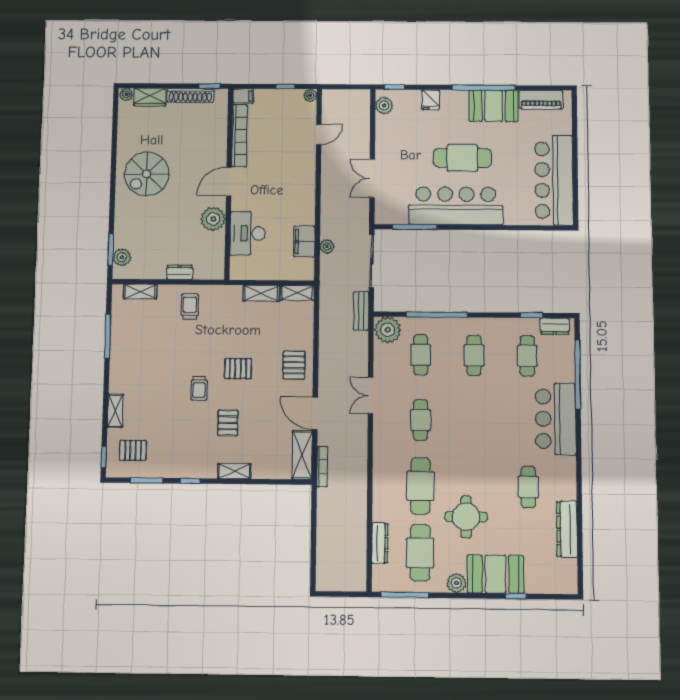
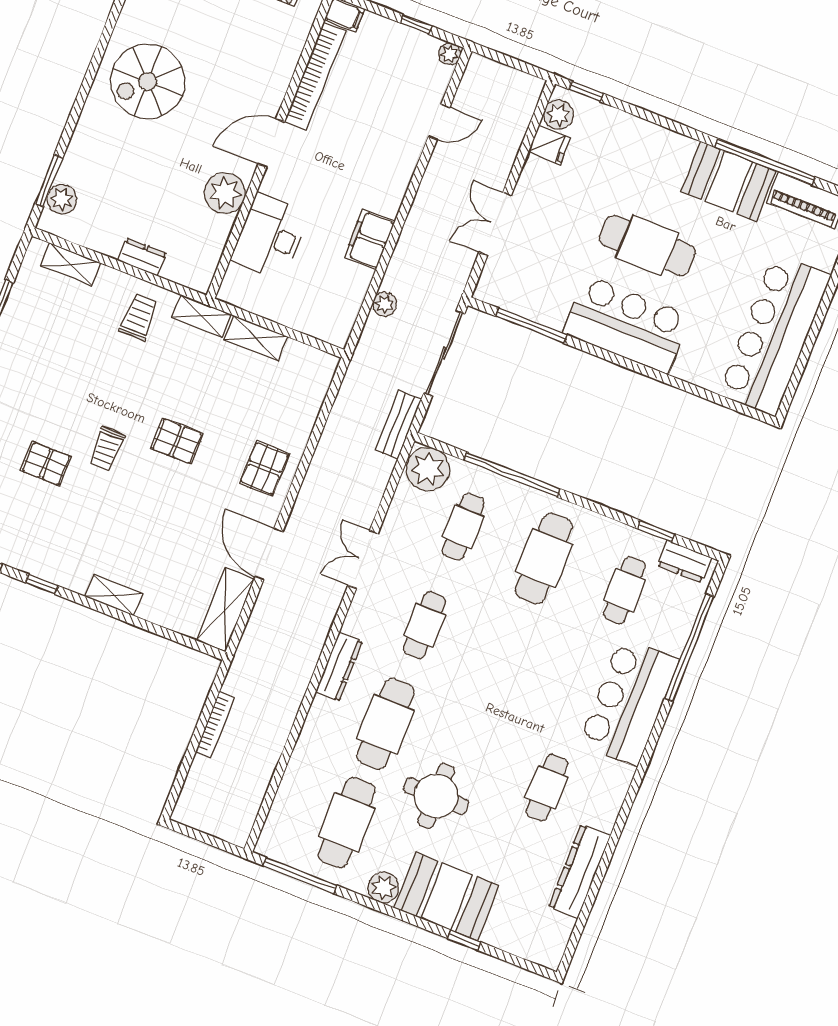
window: (484, 88) -> (765, 162), moved
fridge: (431, 100) -> (549, 145), moved, turned -90
bar counter: (456, 206) -> (627, 325), width x0.73
filing cabinet: (304, 242) -> (370, 239), moved
shelving: (297, 293) -> (201, 316), moved
cafe table: (474, 355) -> (544, 559), width x1.37, depth x1.35
pallet: (228, 423) -> (46, 464), moved, turned 90
bookcase: (322, 466) -> (215, 725), moved
dresser: (380, 543) -> (339, 667), moved

